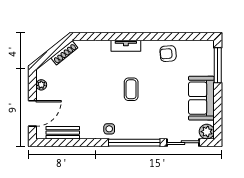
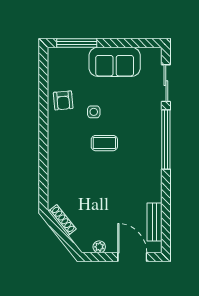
tv unit: (126, 46) -> (54, 149), removed
side table: (109, 129) -> (94, 112), moved
plant: (207, 132) -> (153, 56), removed

